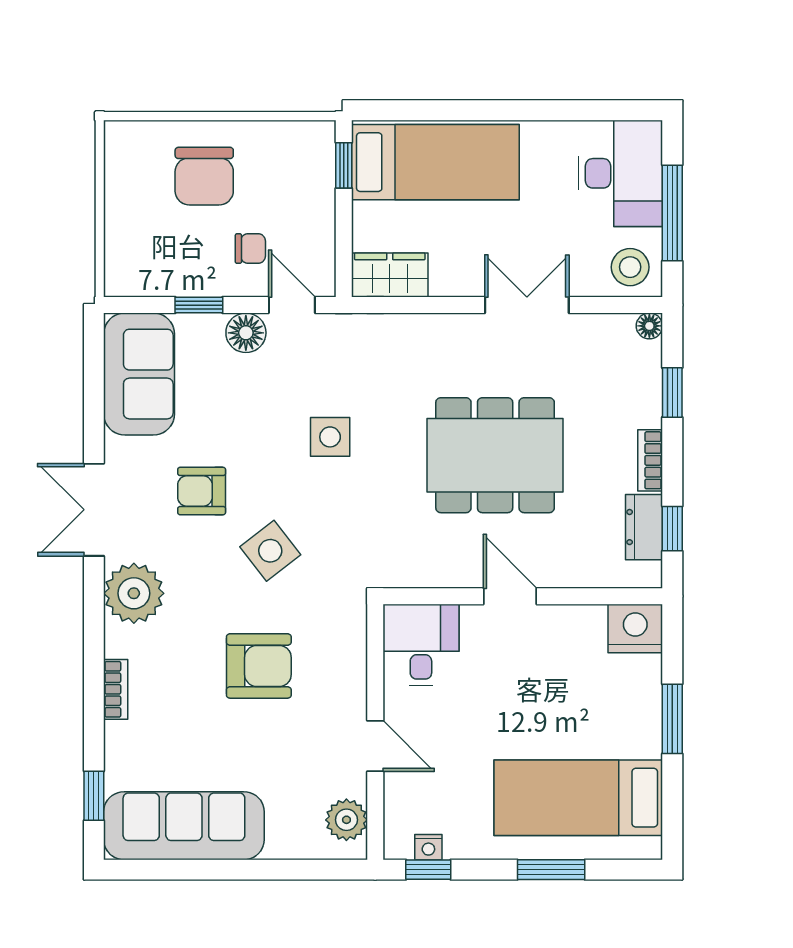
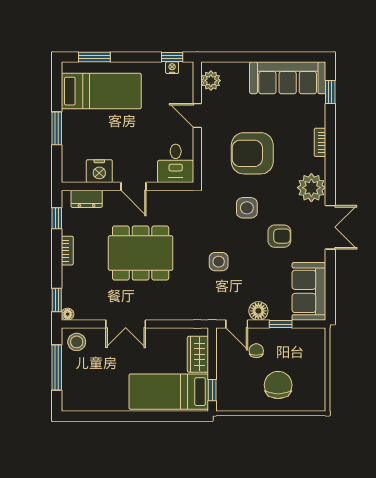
desk: (621, 173) -> (81, 386), removed
chair: (250, 249) -> (256, 351), turned 90
wardrobe: (390, 275) -> (198, 354), moved, turned 90
window: (672, 393) -> (57, 300), moved
dresser: (644, 527) -> (87, 199), moved, turned 90
side table: (270, 551) -> (247, 208), turned 38
nightstand: (635, 628) -> (99, 171), moved
armchair: (259, 666) -> (252, 153), width x1.36, depth x1.36
window: (551, 870) -> (94, 57), moved

